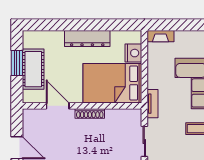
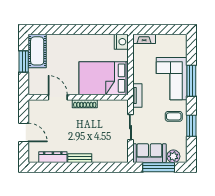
dresser: (87, 39) -> (83, 41), removed
nightstand: (133, 53) -> (121, 42), moved
cot: (33, 69) -> (37, 51), moved

